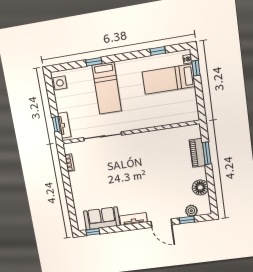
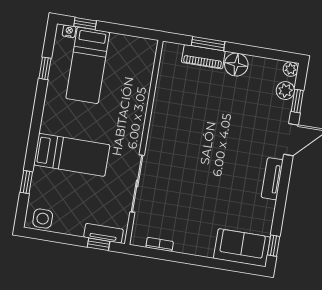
window: (94, 62) -> (26, 182), moved
floor lamp: (200, 187) -> (236, 65), moved
plant: (206, 210) -> (291, 69), added
sofa: (102, 218) -> (242, 248), moved, turned 90

